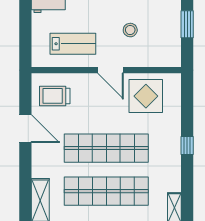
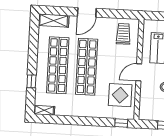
door: (25, 129) -> (87, 12), moved
window: (187, 146) -> (121, 123), moved

